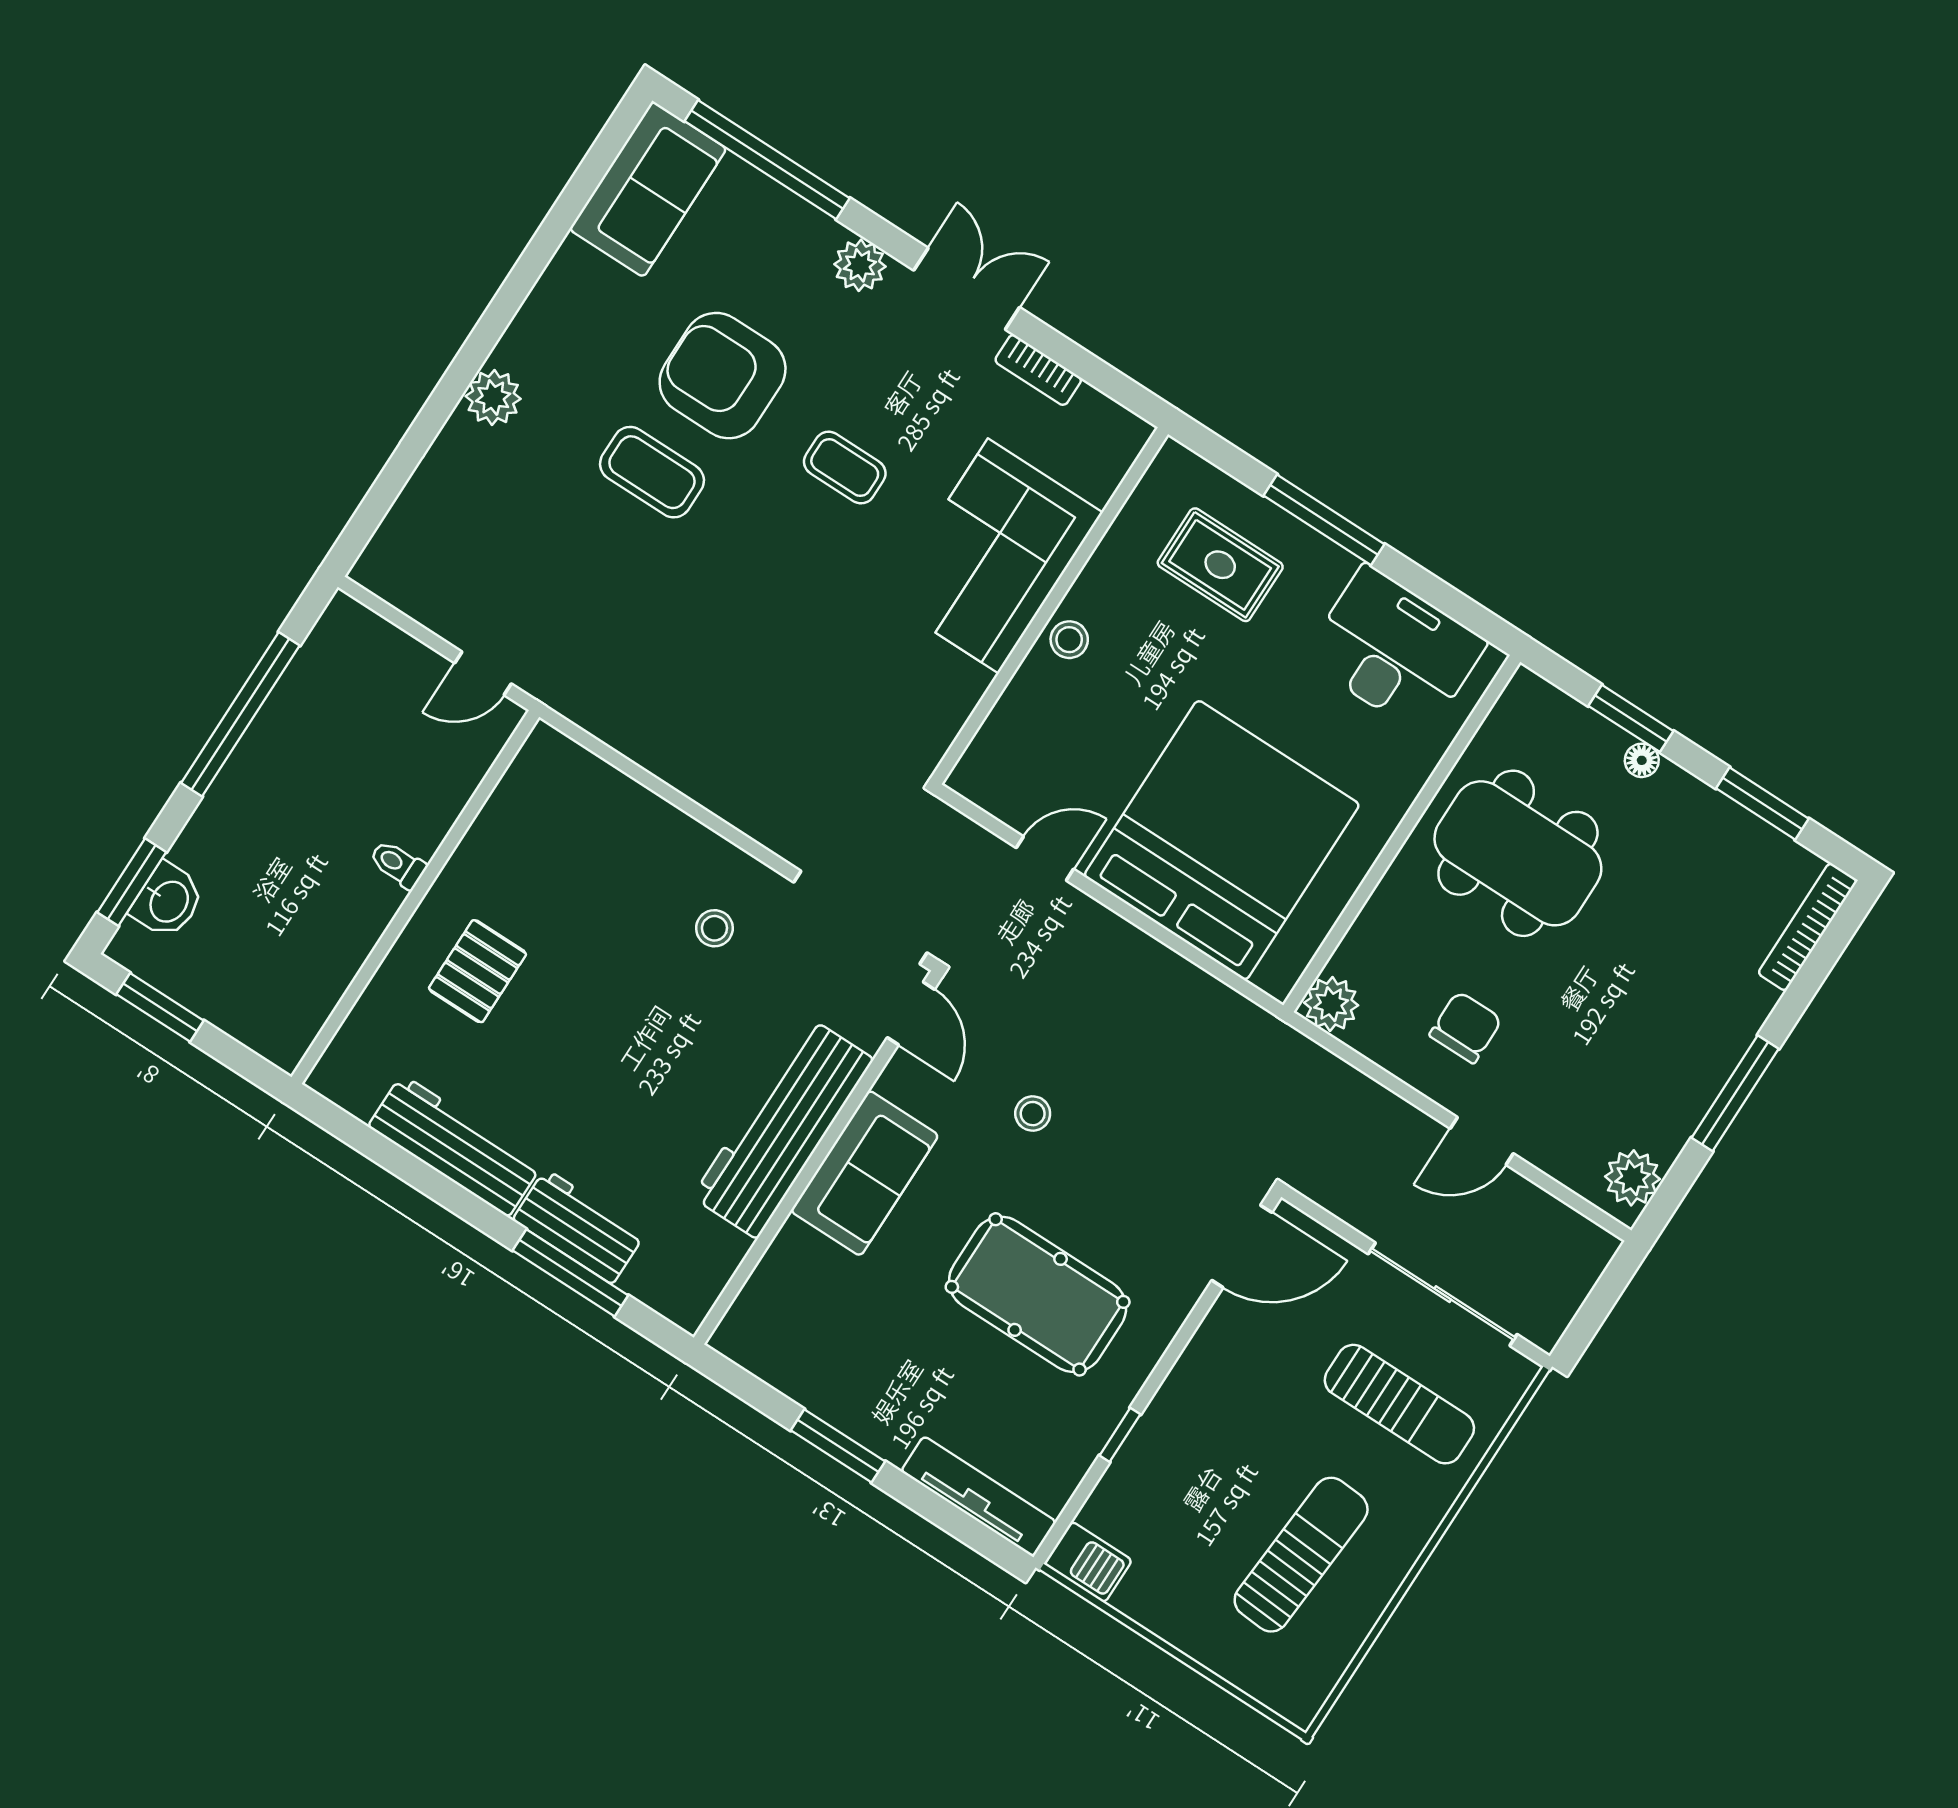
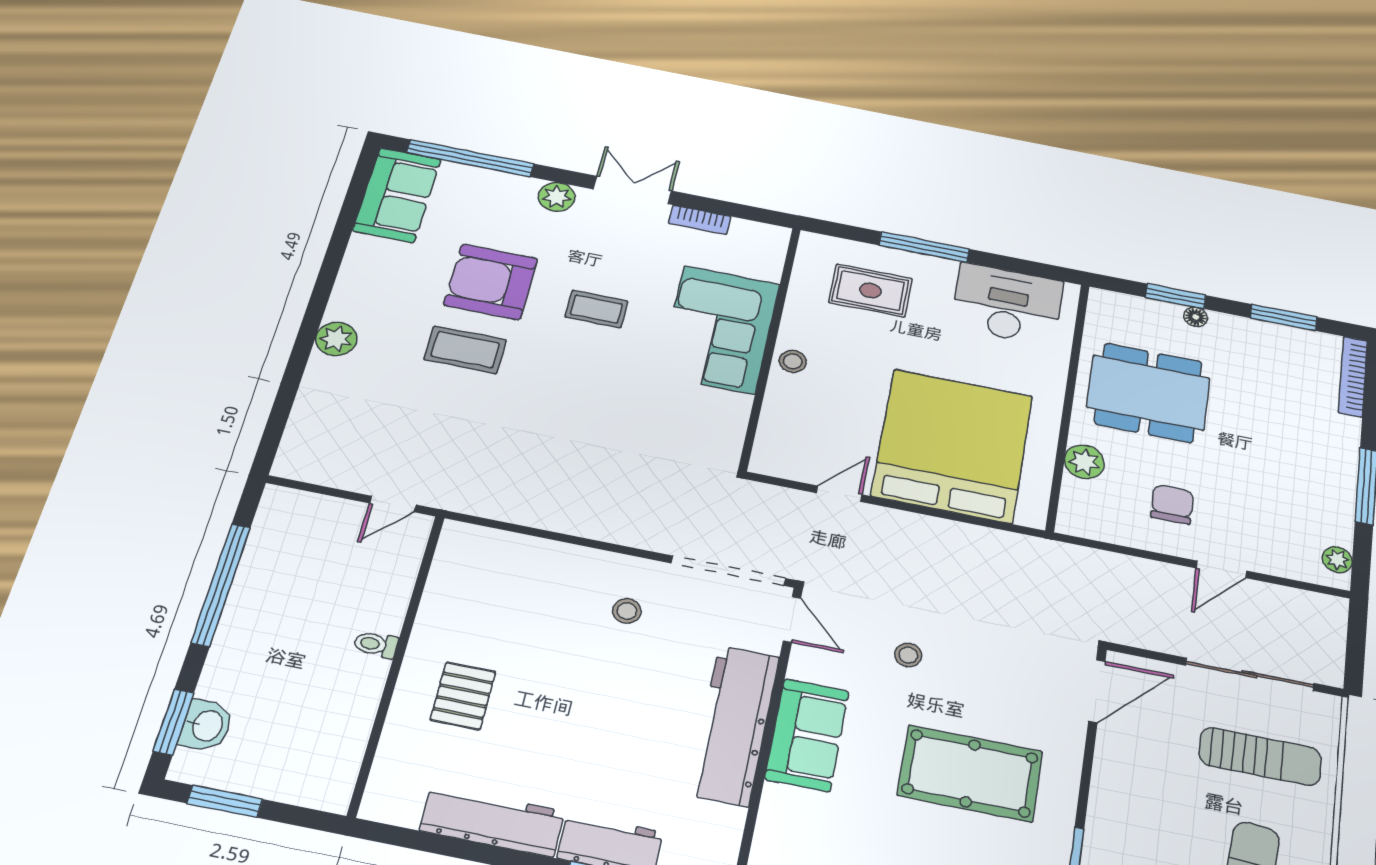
plant: (1331, 1004) -> (1084, 462), moved
plant: (1633, 1178) -> (1337, 560), width x0.73, depth x0.73

